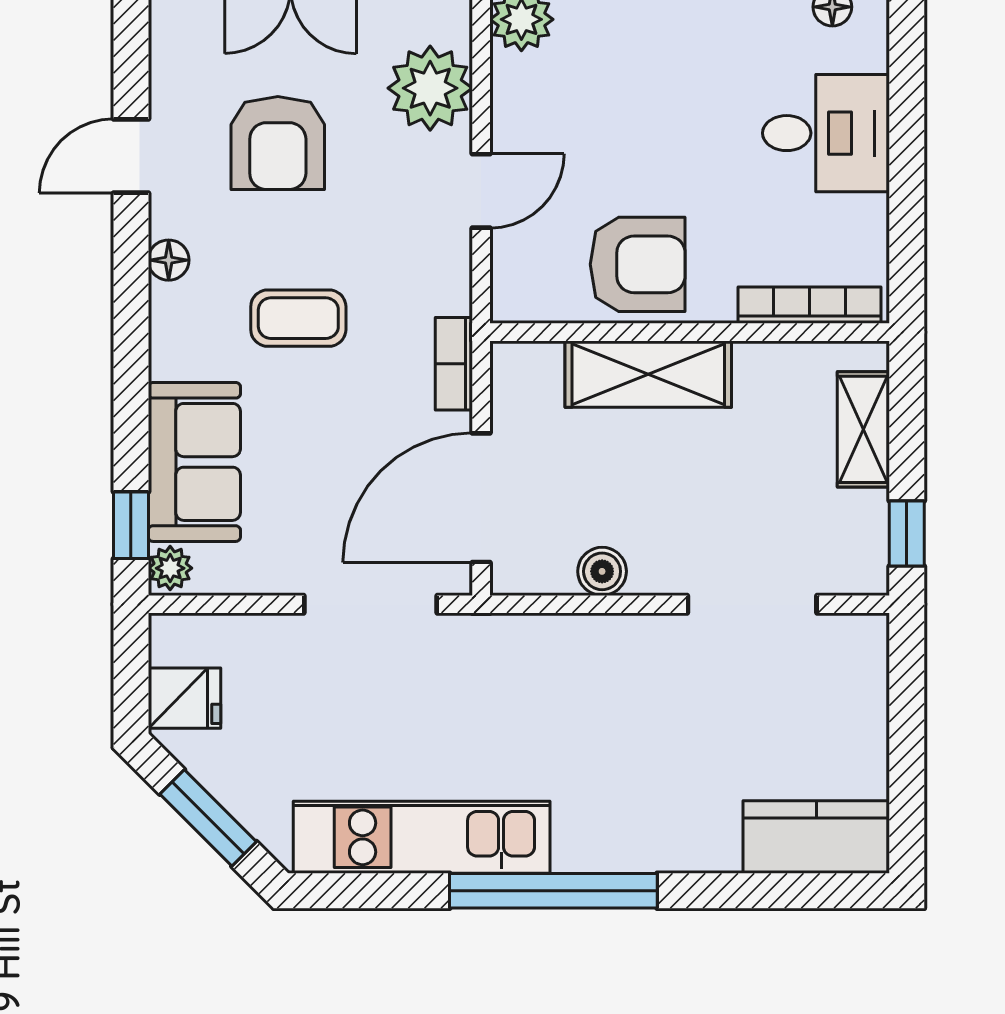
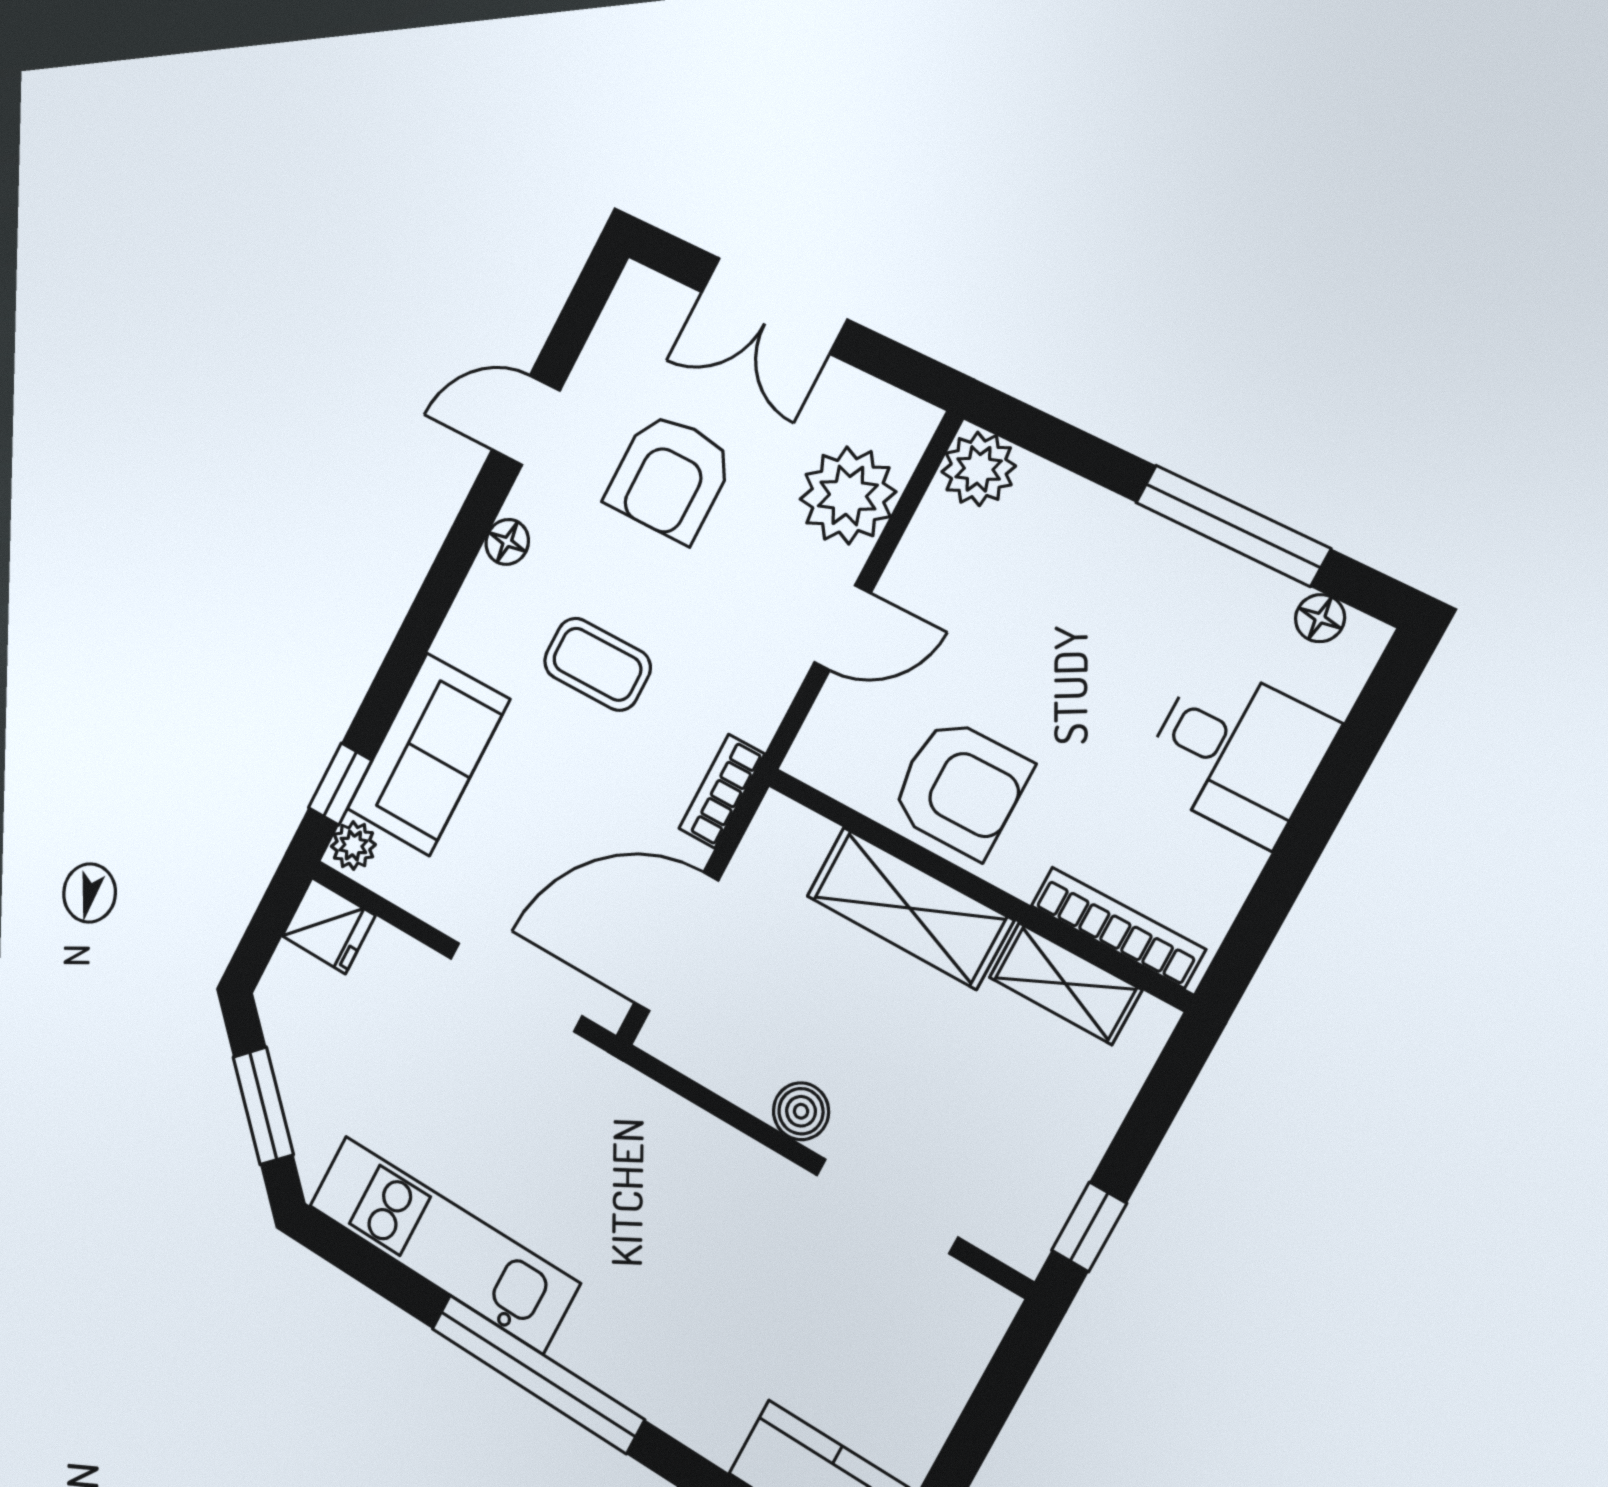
shelving: (863, 429) -> (1065, 984), moved, turned 90
boiler: (602, 571) -> (801, 1111), moved
fridge: (184, 698) -> (329, 926), moved

